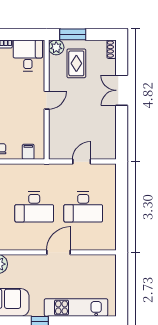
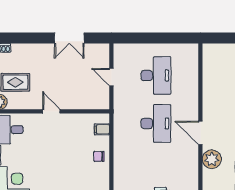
double door: (122, 90) -> (69, 38), moved
door: (58, 252) -> (200, 133), moved

